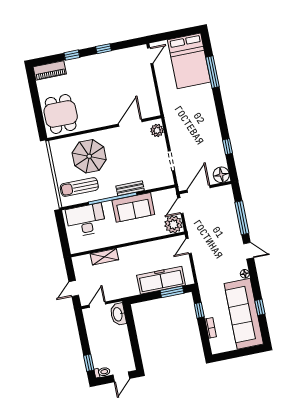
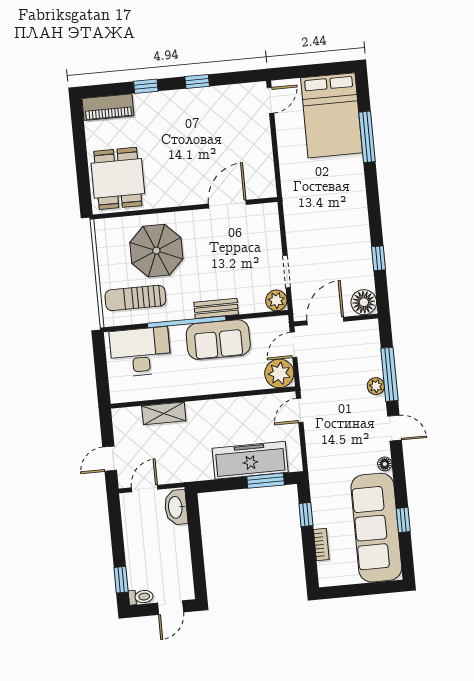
plant: (157, 130) -> (276, 300), moved
plant: (234, 226) -> (376, 386), added

